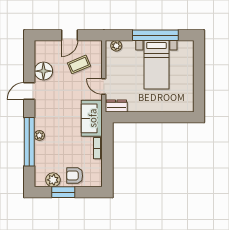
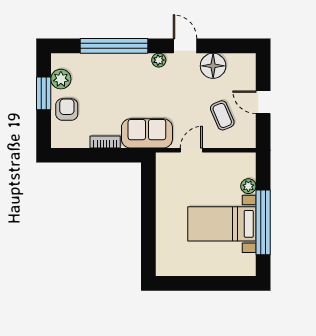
plant: (116, 46) -> (248, 186), moved
dresser: (116, 106) -> (164, 168), removed
plant: (39, 135) -> (159, 60), moved

